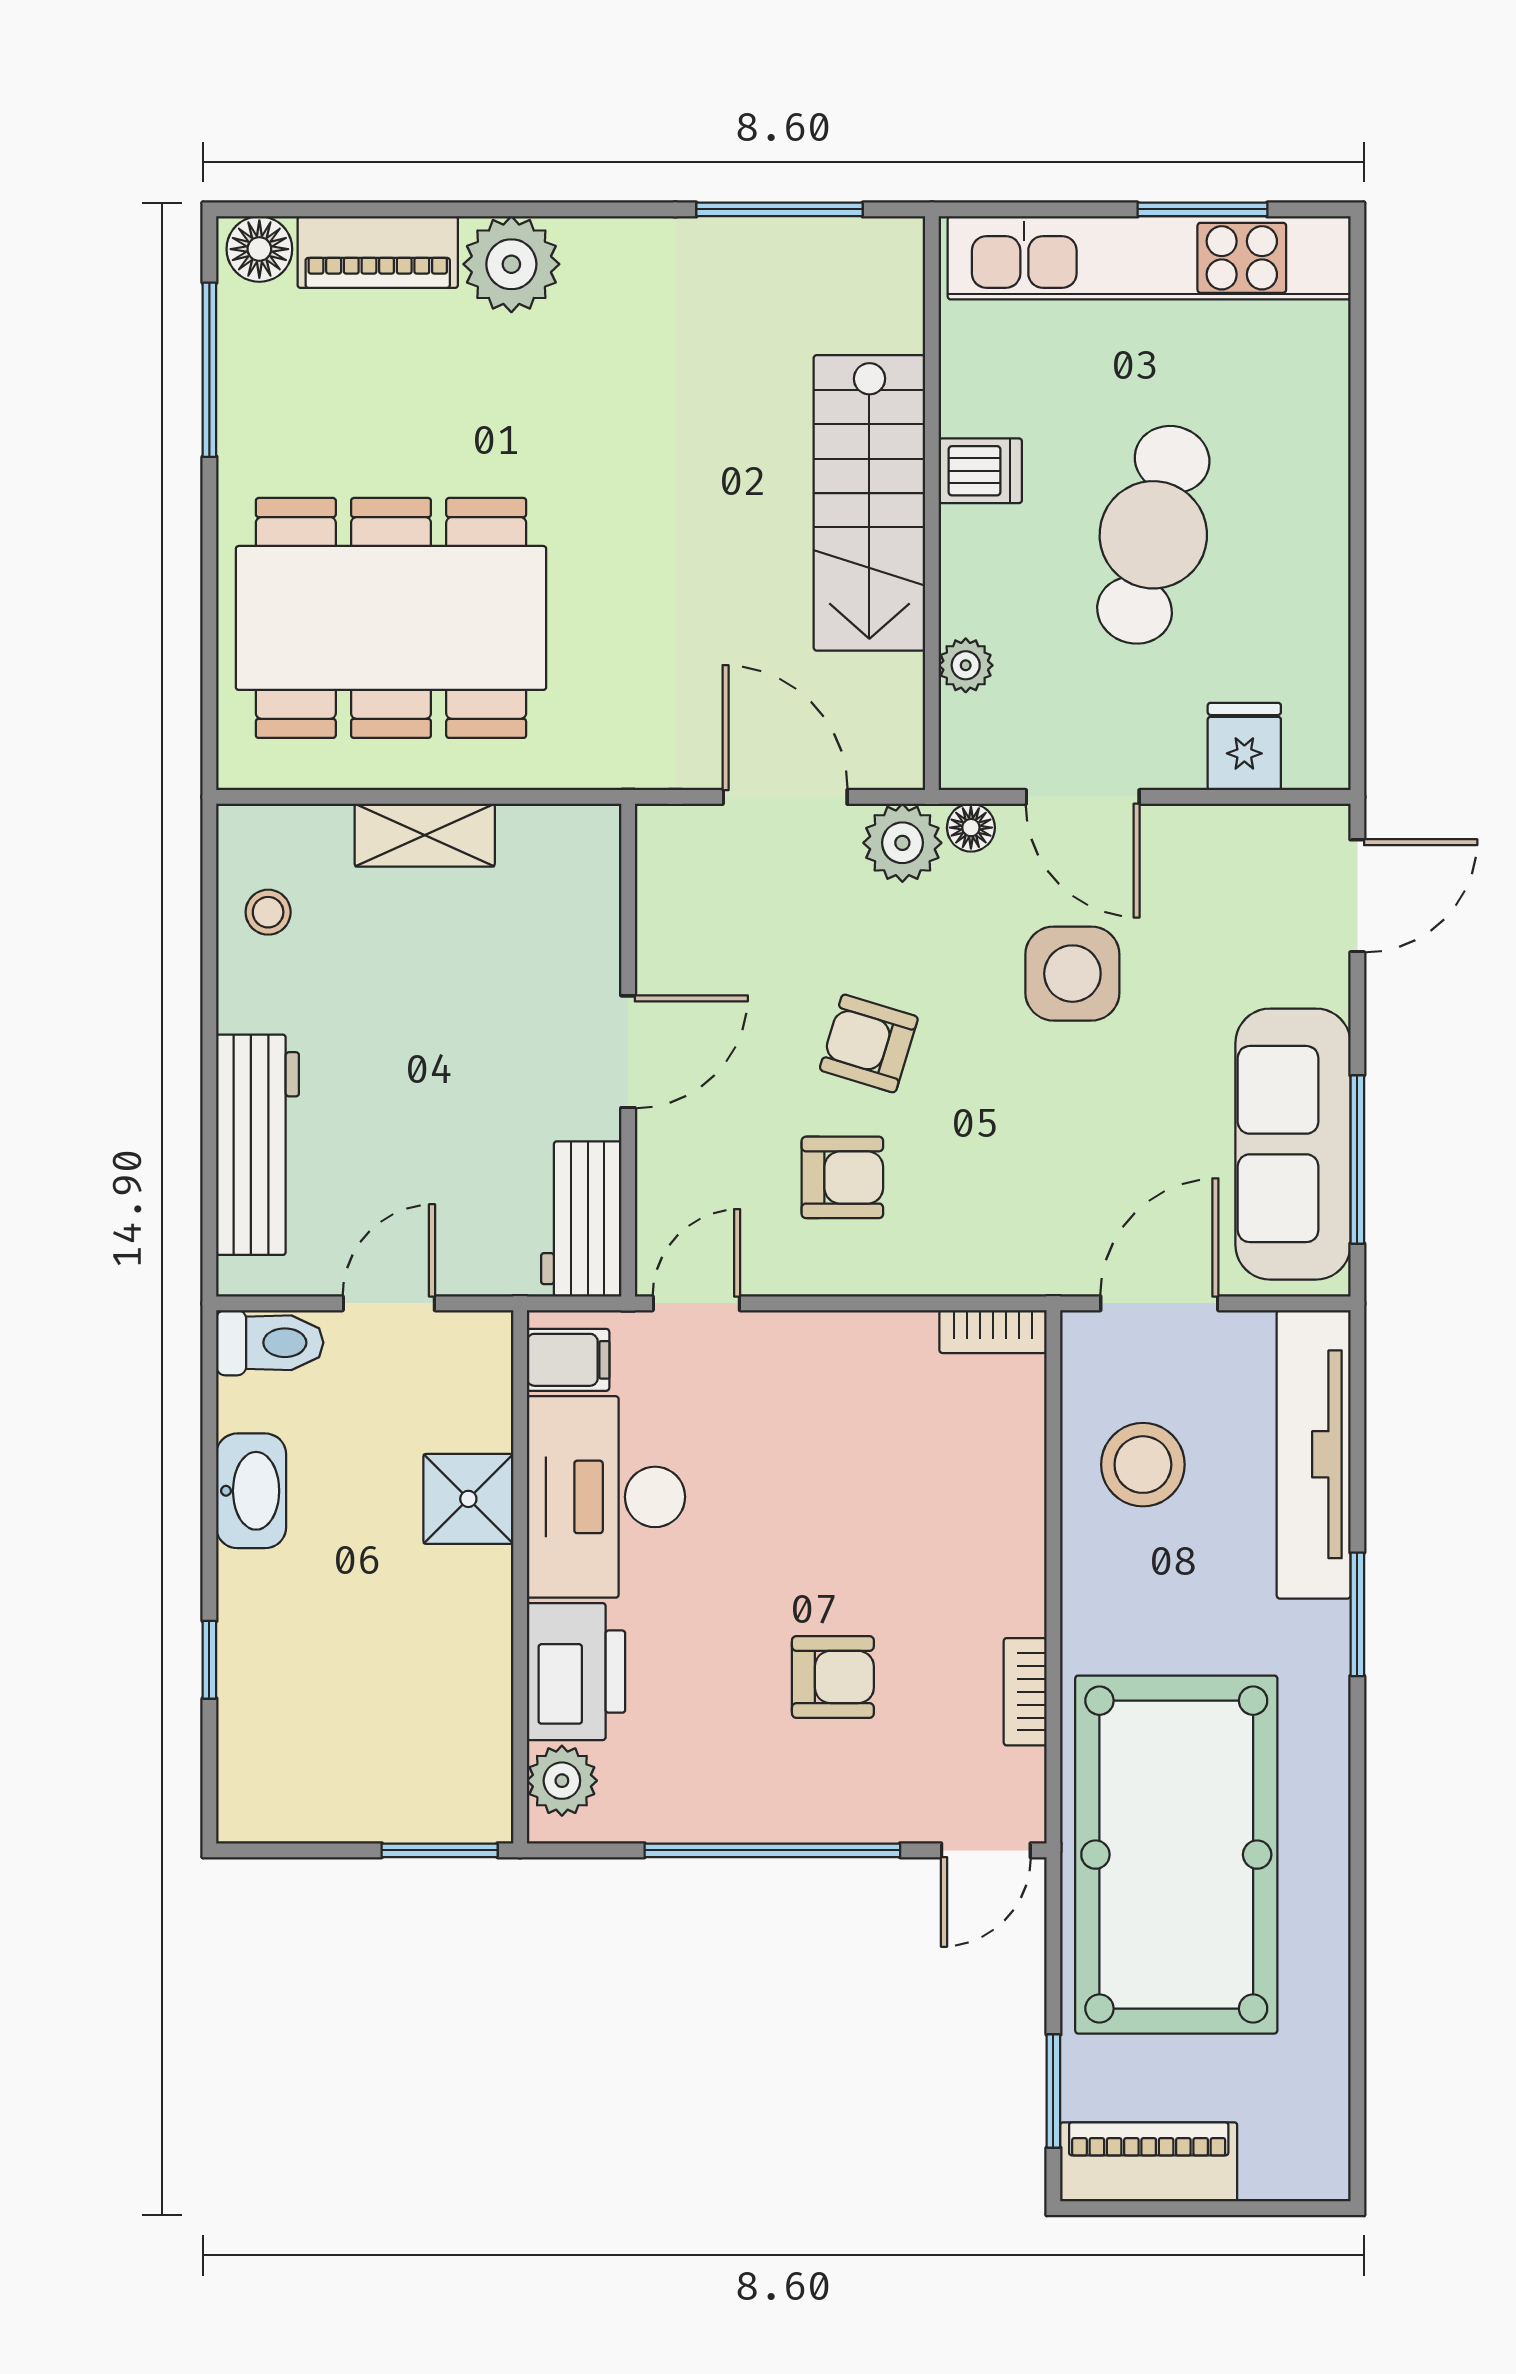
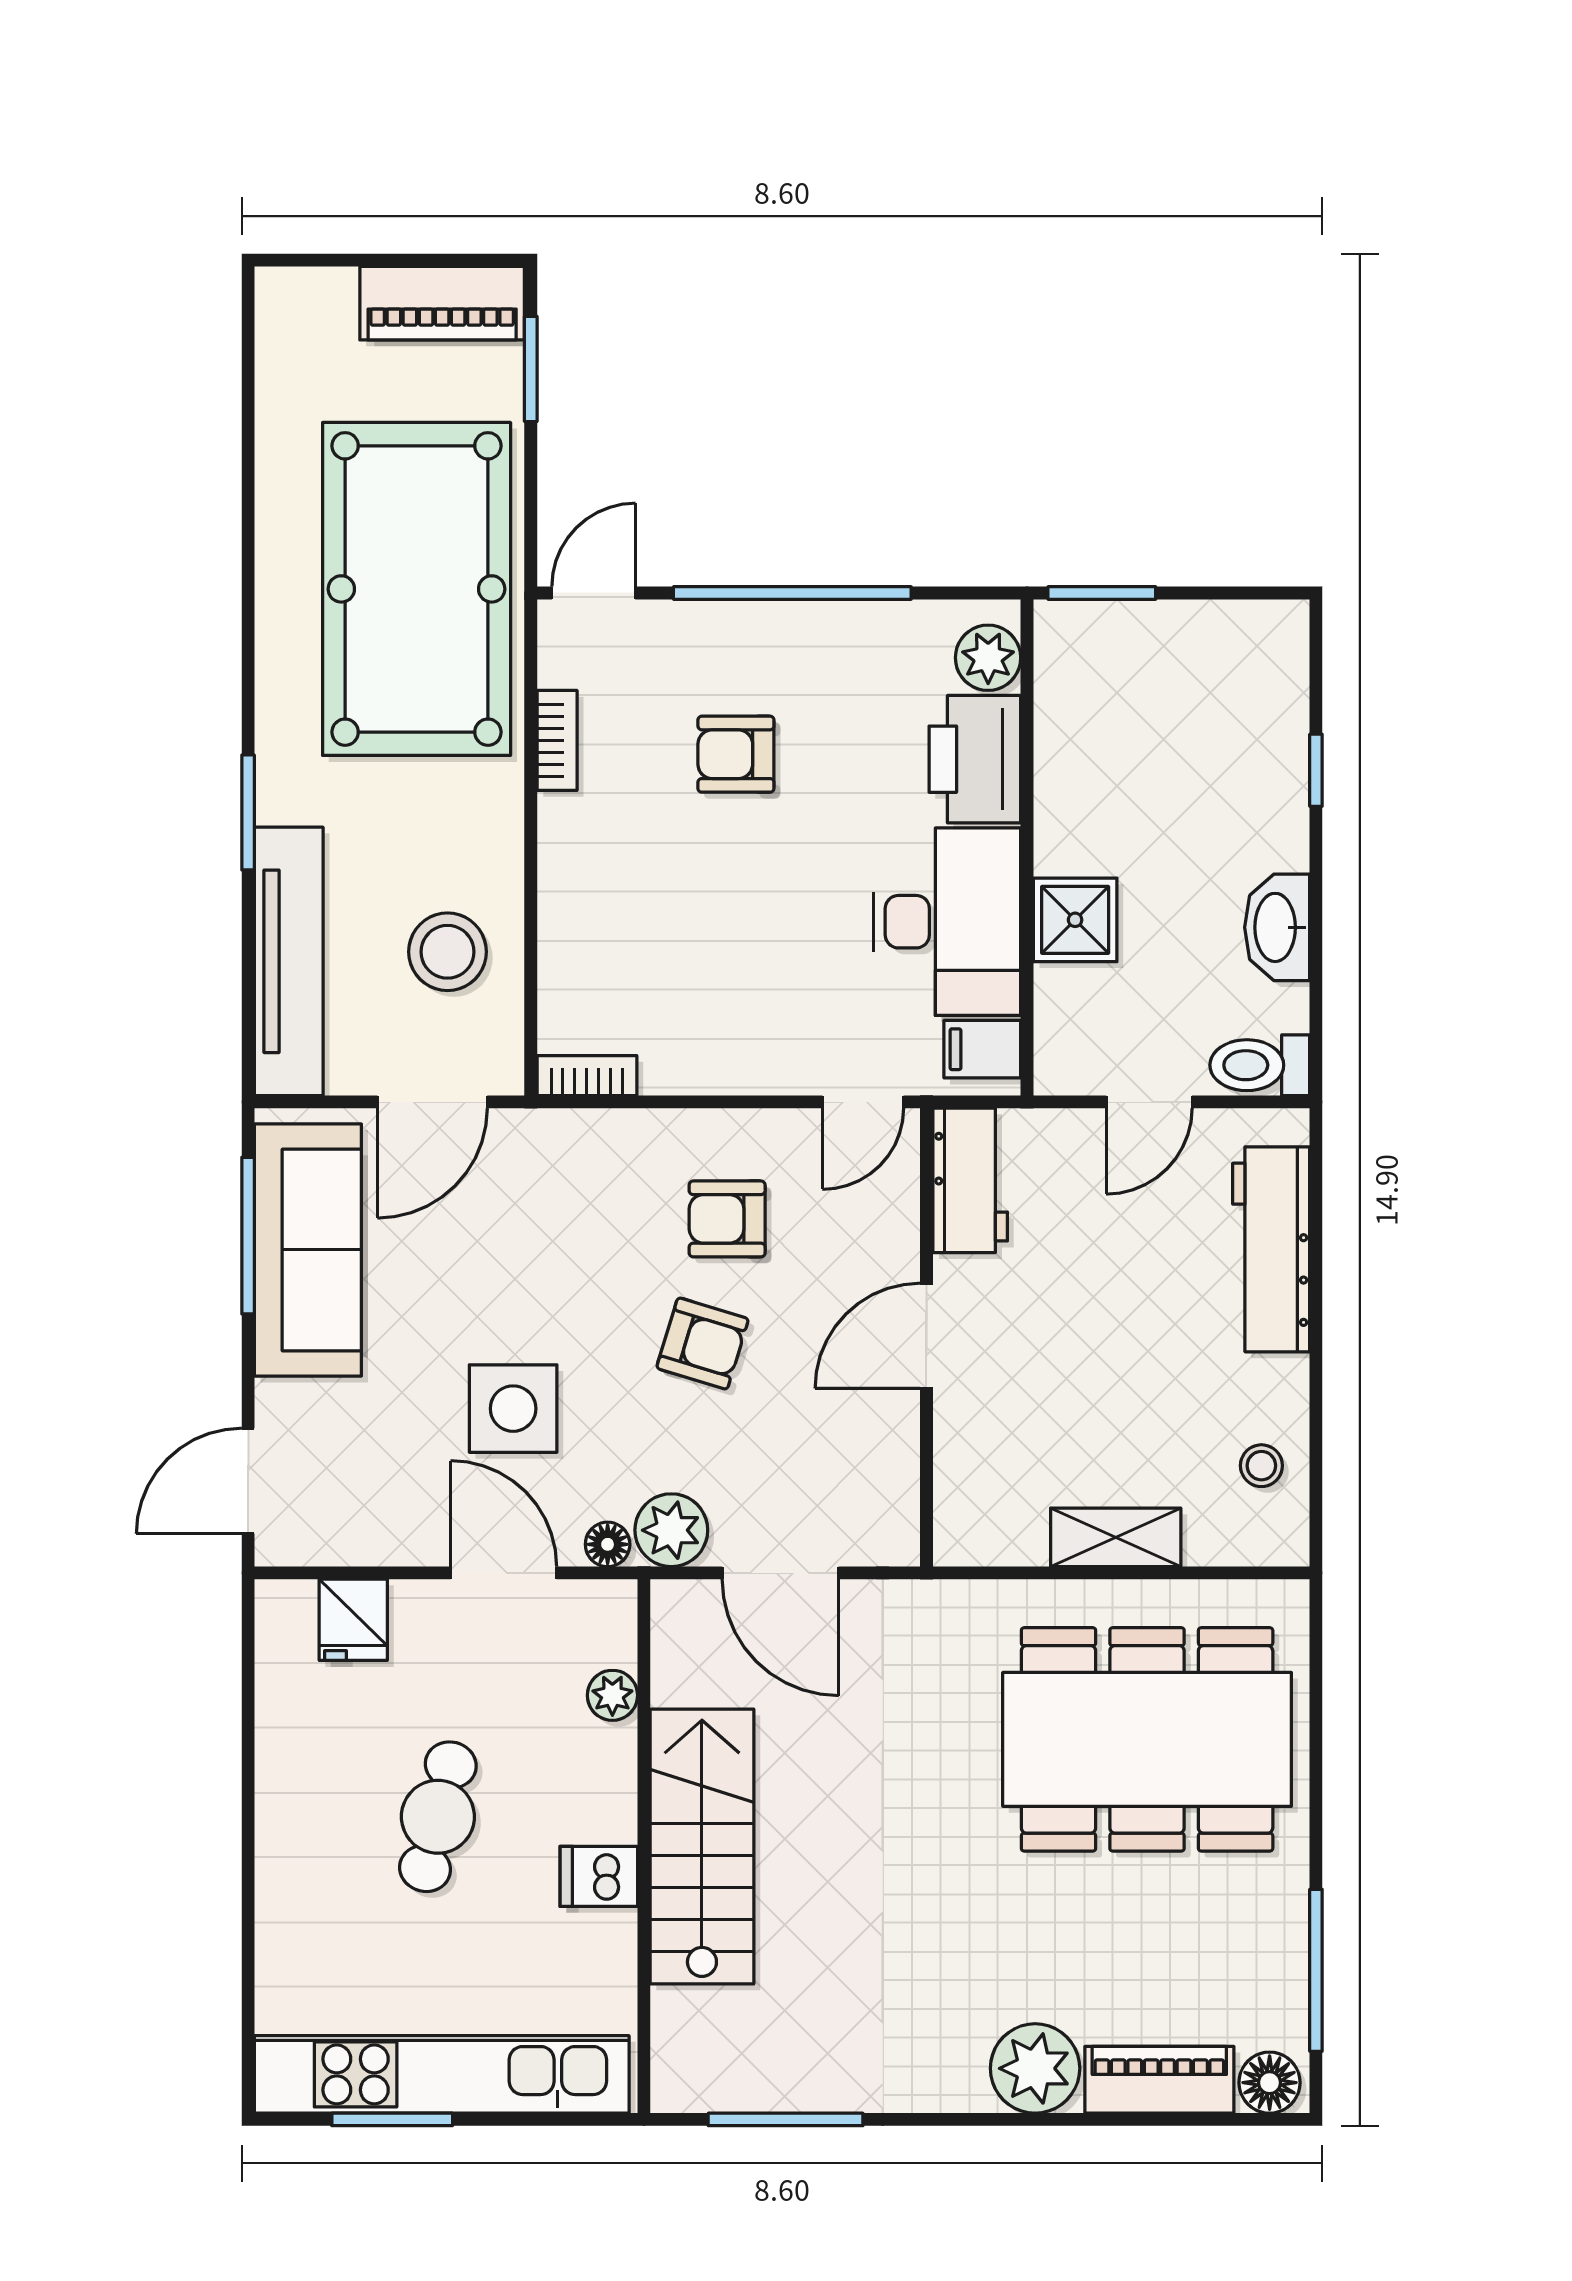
cafe table: (1153, 535) -> (438, 1817), width x0.73, depth x0.74

